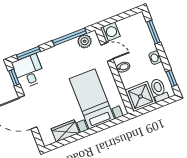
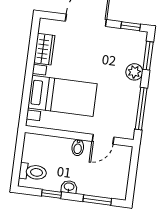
washing machine: (110, 32) -> (122, 155), removed
plant: (85, 41) -> (134, 72), moved
desk: (29, 71) -> (129, 45), removed
window: (172, 78) -> (52, 194), moved
shower: (140, 96) -> (37, 149), removed

